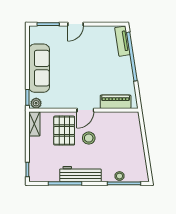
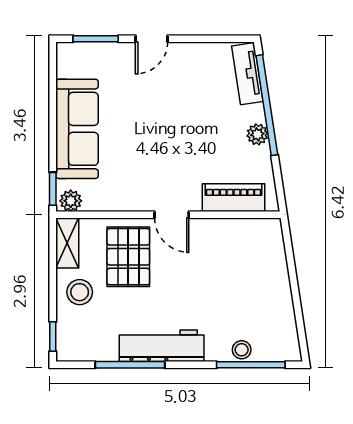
plant: (127, 71) -> (257, 134), added
door: (85, 110) -> (172, 215), hinge flipped
stool: (89, 138) -> (80, 292), moved

